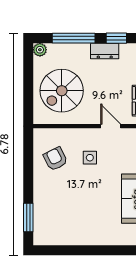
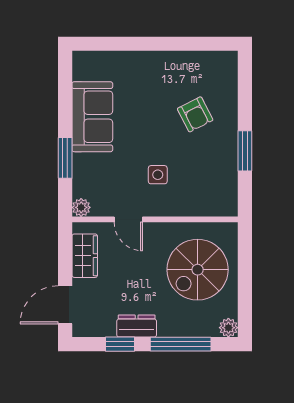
spiral stairs: (62, 91) -> (198, 270), turned 180
armchair: (55, 159) -> (195, 114), moved
window: (28, 217) -> (245, 151), moved

